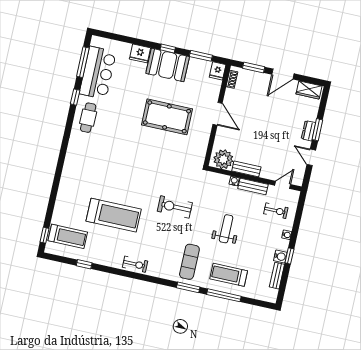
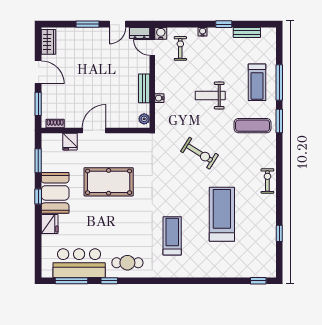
fridge: (218, 71) -> (70, 142), moved, turned 90
pool table: (167, 117) -> (109, 182), turned 90
dresser: (309, 131) -> (140, 33), moved
plant: (223, 159) -> (144, 119), width x0.53, depth x0.53
bench: (253, 186) -> (161, 77), removed
exercise bike: (175, 207) -> (200, 153), turned -58
treadmill: (68, 236) -> (172, 236), moved
water cooler: (280, 256) -> (161, 33), moved

